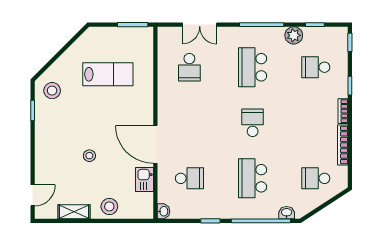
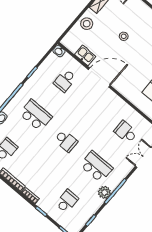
plant: (294, 35) -> (104, 192), moved

